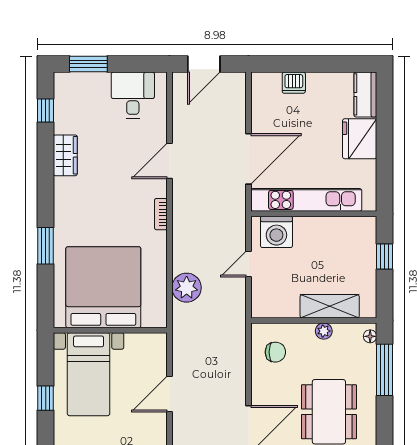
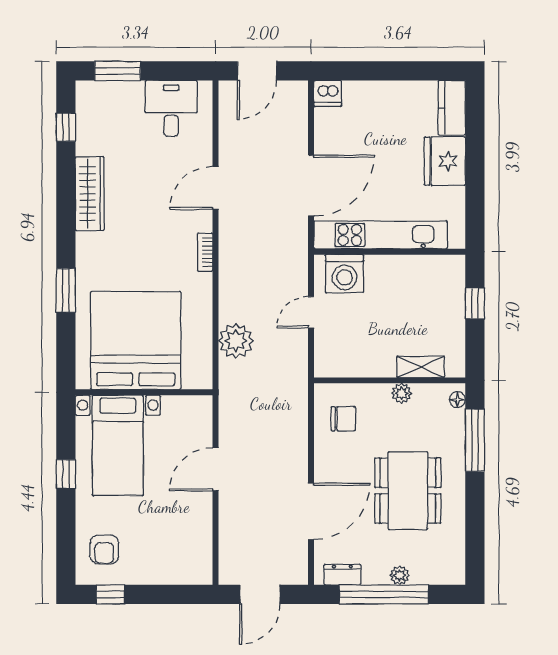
dishwasher: (294, 83) -> (328, 93), moved
wardrobe: (65, 155) -> (90, 194), width x1.50
shelving: (330, 306) -> (421, 367), width x0.67, depth x0.75

